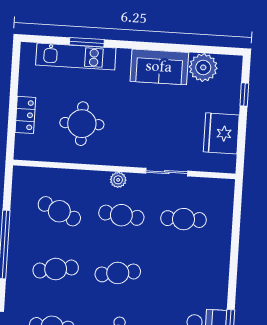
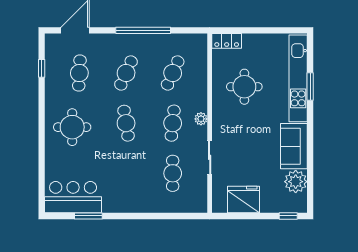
kitchen unit: (76, 56) -> (298, 78), width x1.36
window: (244, 94) -> (288, 216), moved
locker: (25, 115) -> (227, 41), moved
cafe table: (56, 269) -> (126, 73), turned 33

